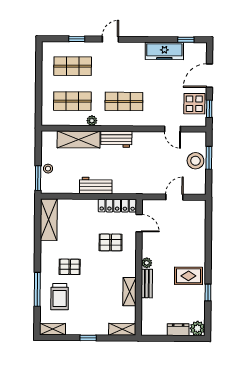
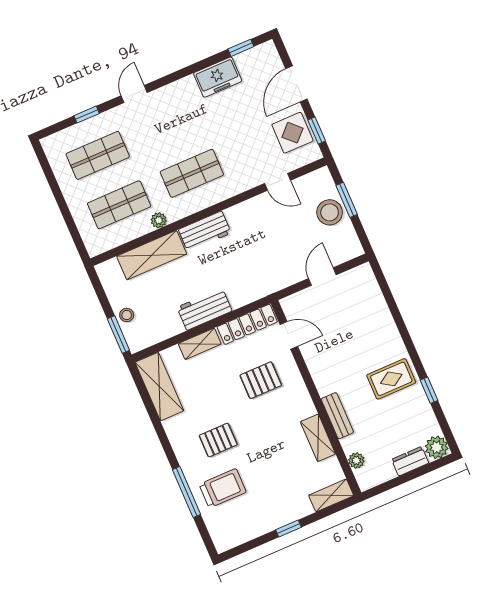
freezer: (164, 51) -> (218, 77), width x0.71
plant: (147, 263) -> (356, 460), moved
trolley: (60, 297) -> (223, 488), turned -90
shelving: (52, 329) -> (200, 344), moved

